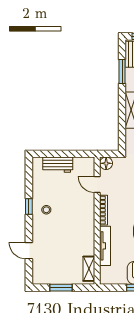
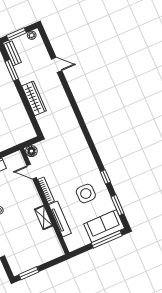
shelving: (89, 269) -> (44, 218), moved
window: (61, 288) -> (29, 273), moved

